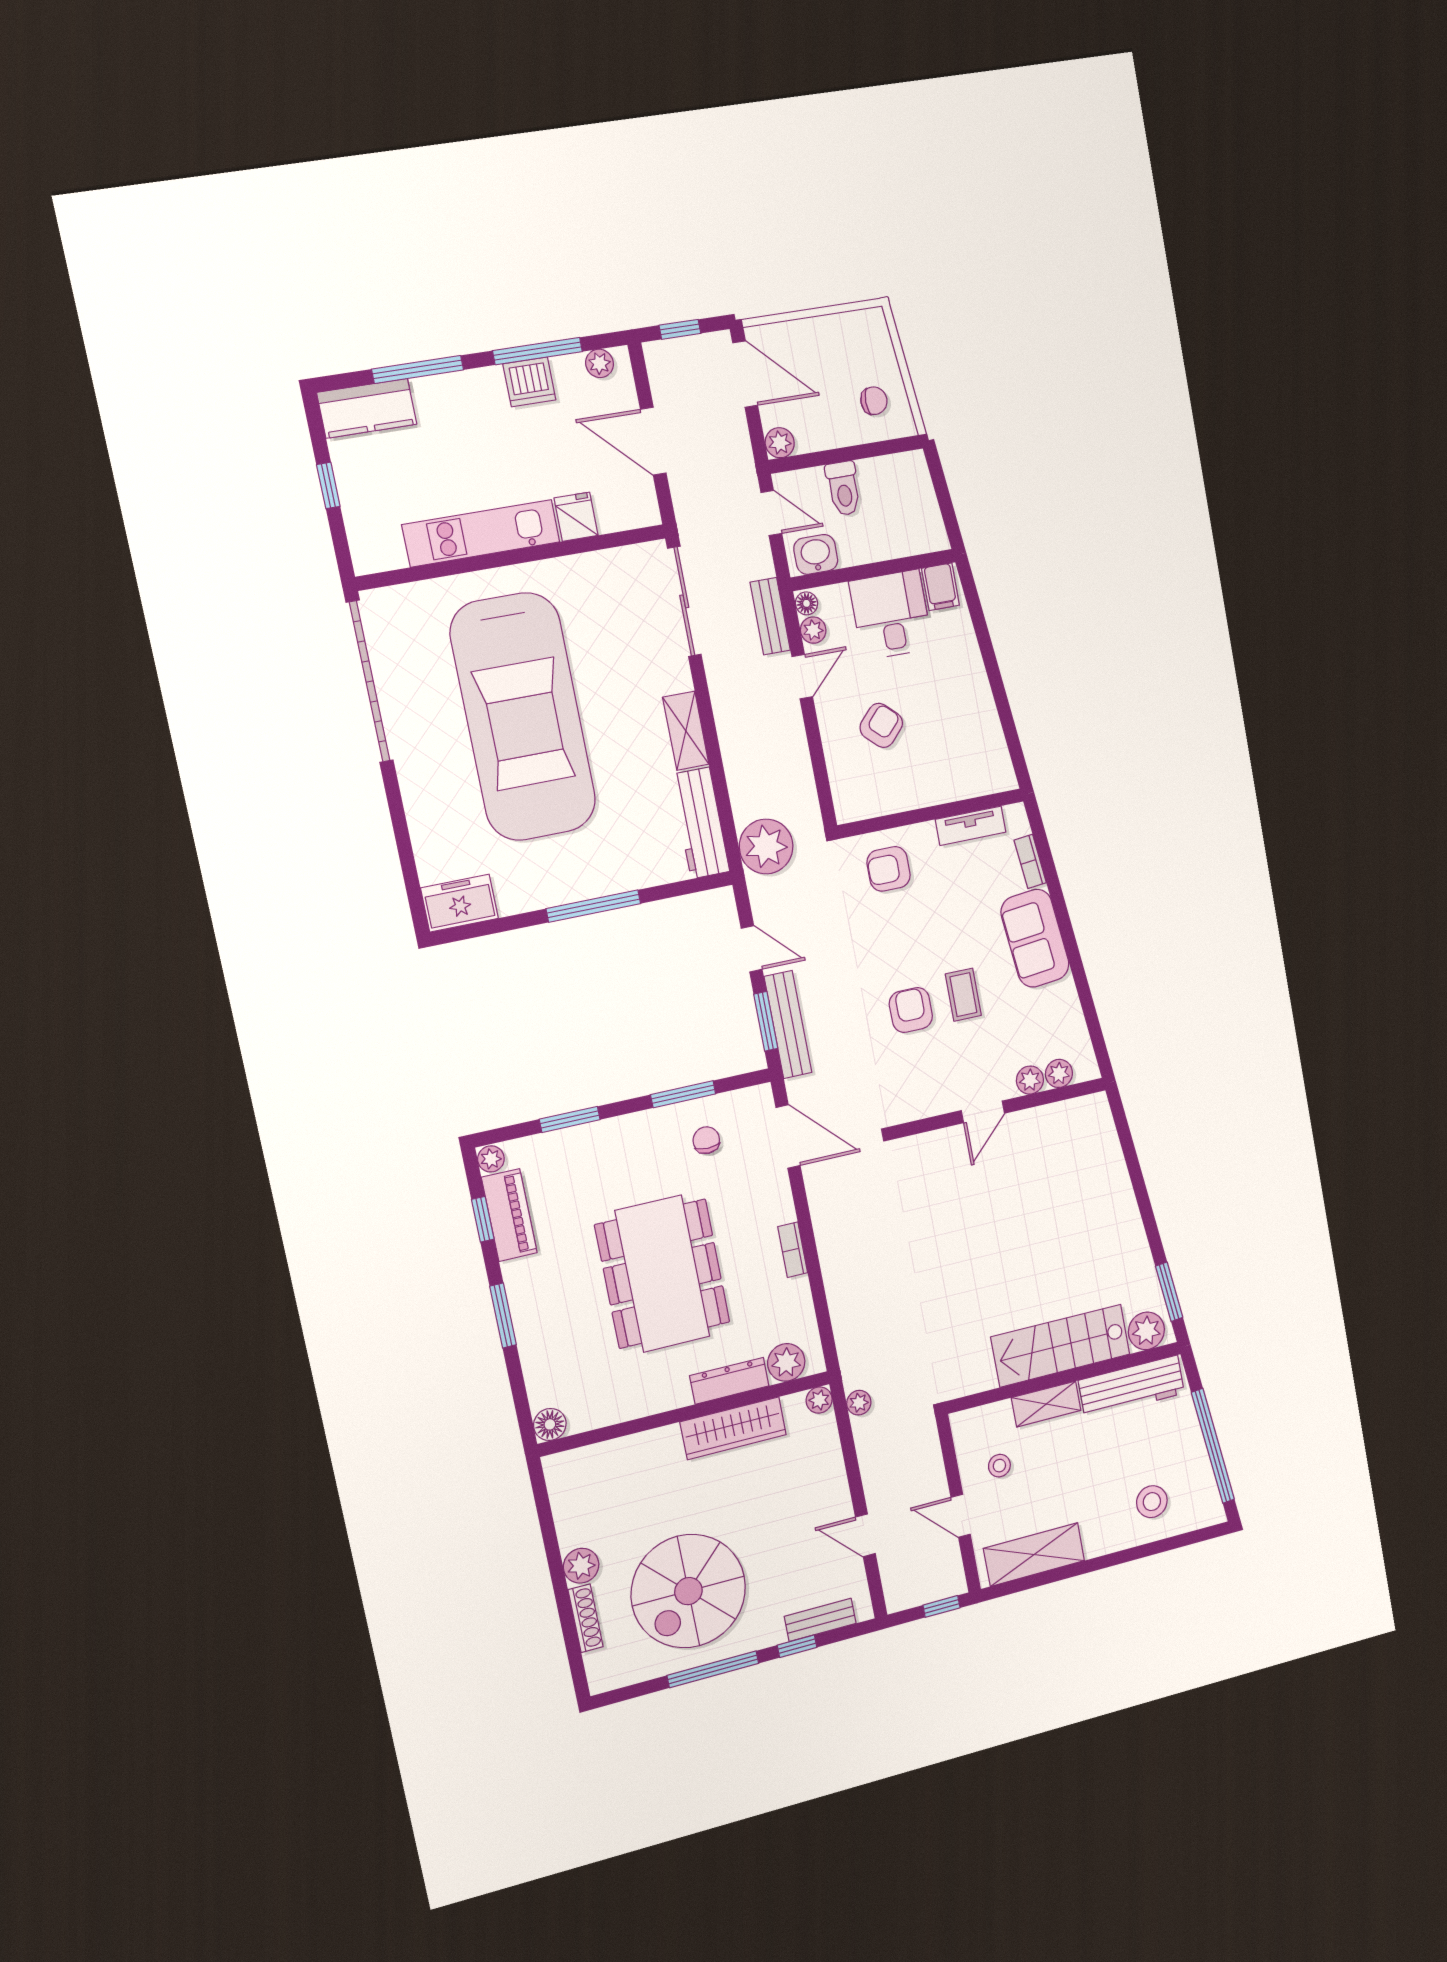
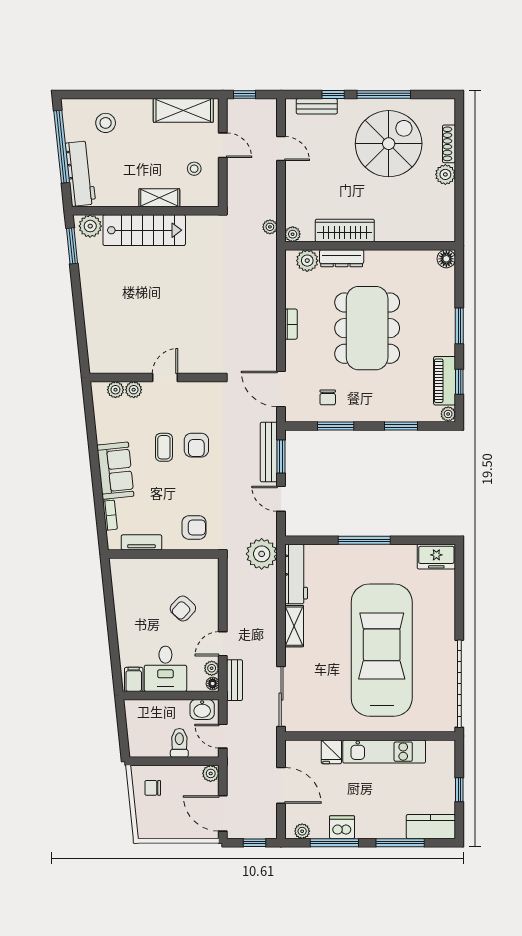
workbench: (1131, 1387) -> (80, 174), moved, turned 84

